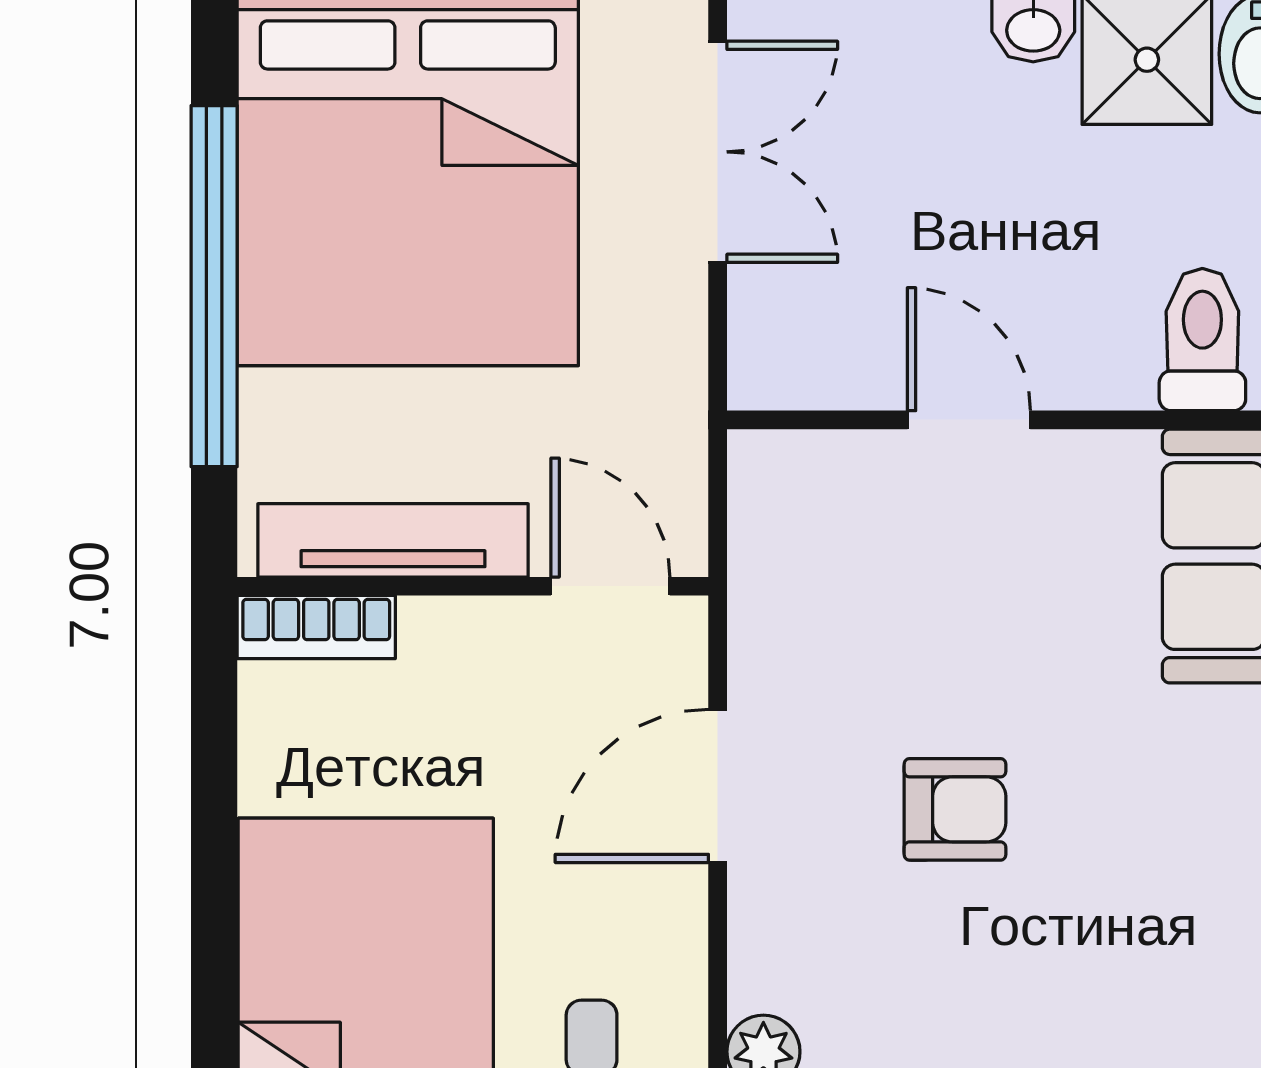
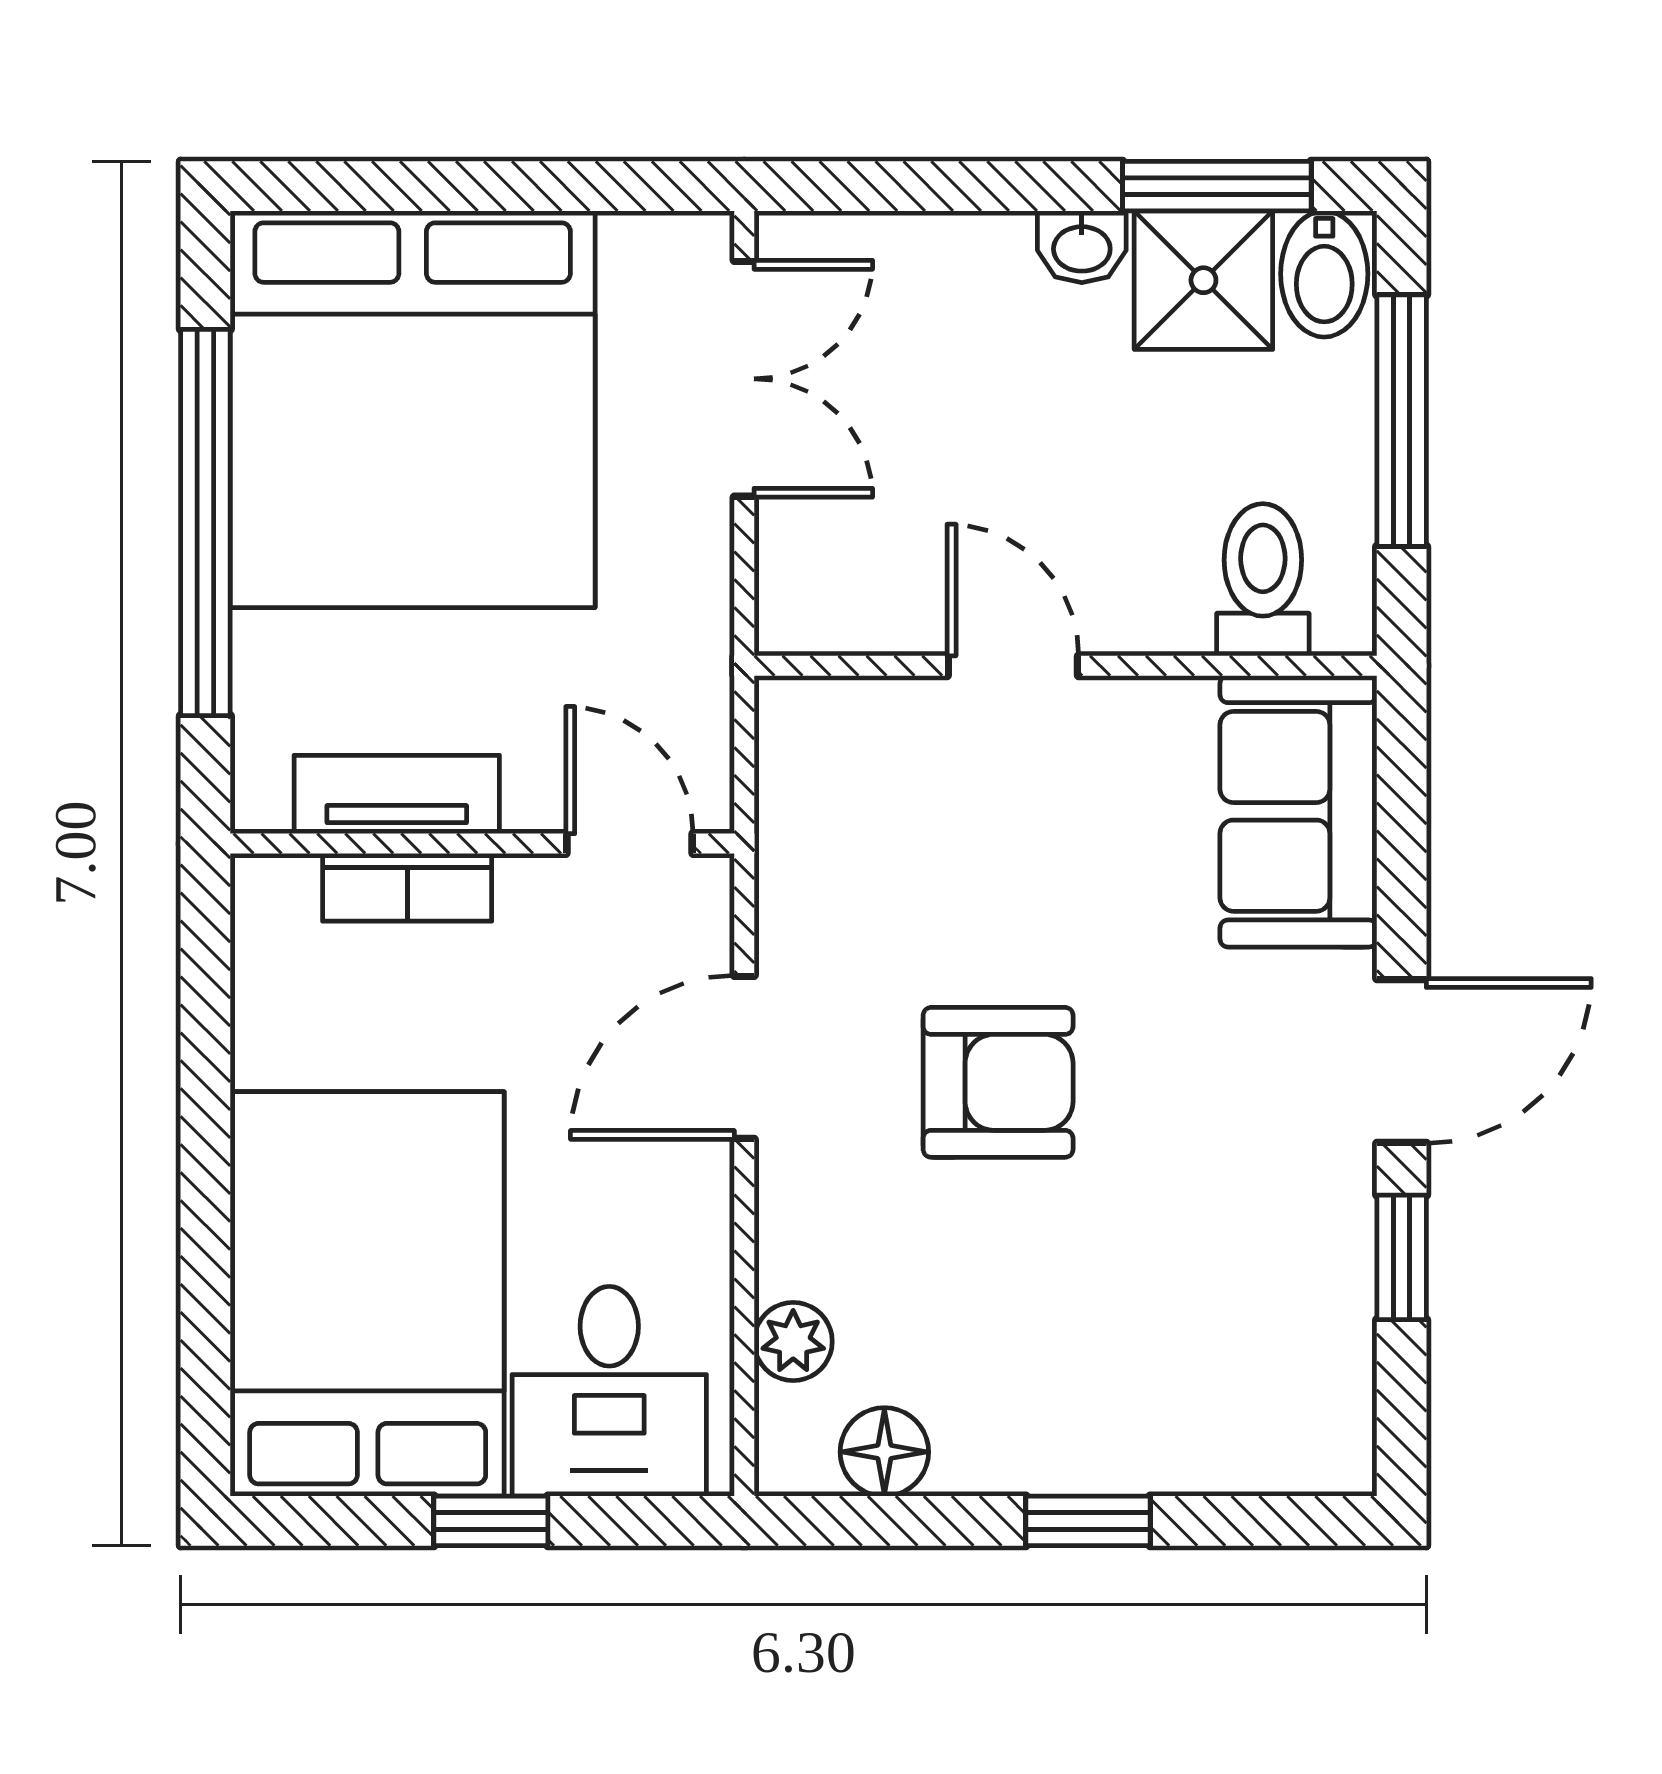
tv unit: (393, 540) -> (397, 795), width x0.71
bookcase: (316, 627) -> (407, 887), moved
armchair: (955, 809) -> (998, 1082), width x1.38, depth x1.38

